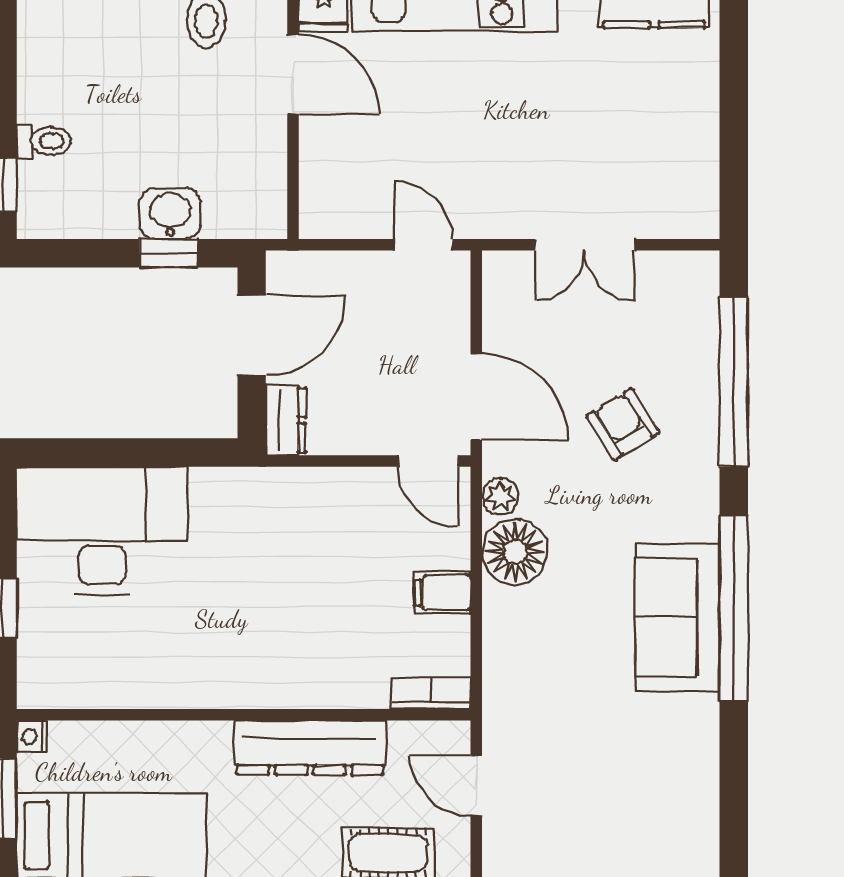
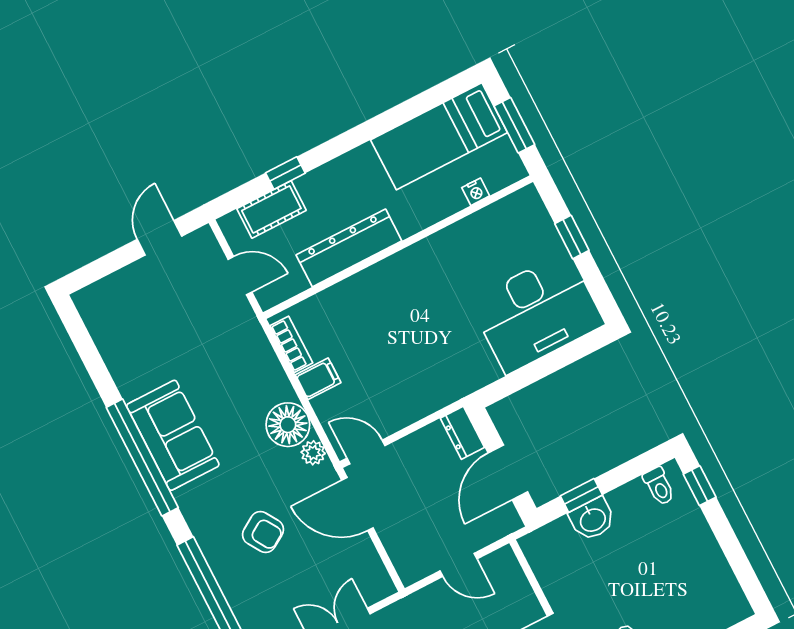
toilet: (44, 141) -> (659, 486), moved, turned -90
door: (423, 245) -> (458, 565), moved
bookcase: (431, 693) -> (291, 344), moved, turned -90
nightstand: (32, 737) -> (476, 192), moved, turned 90

